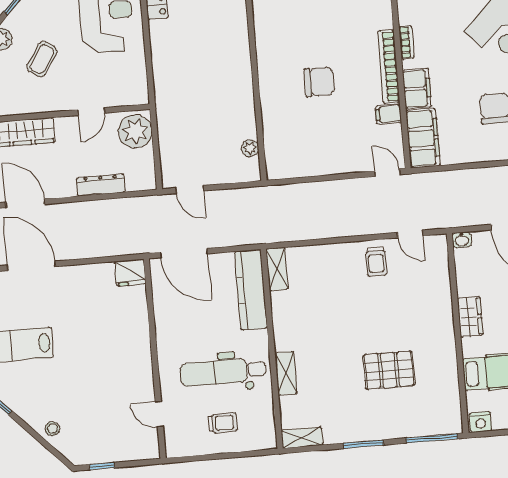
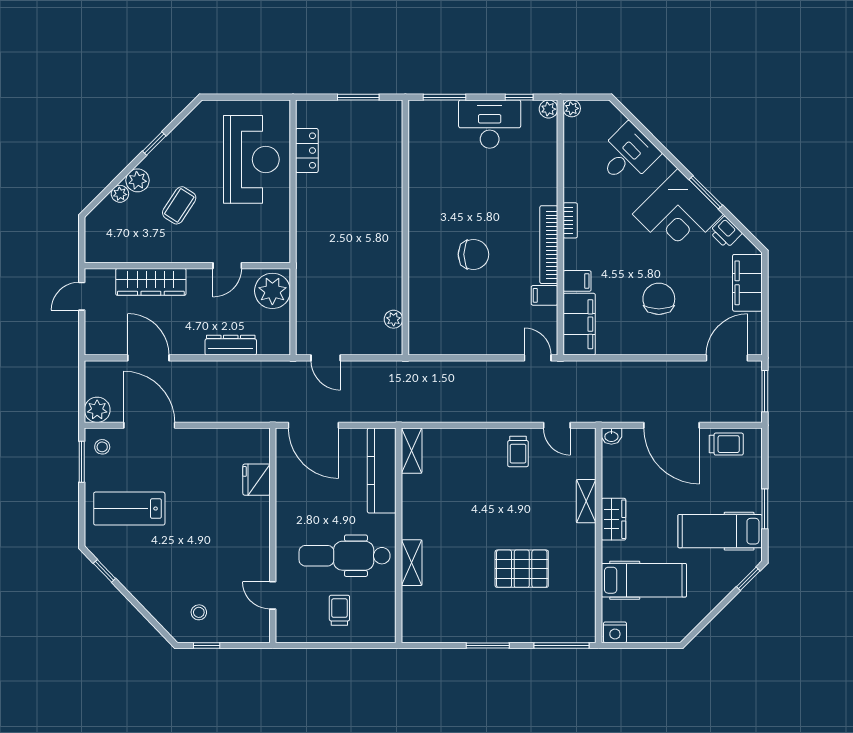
filing cabinet: (417, 89) -> (577, 281), width x0.50
fridge: (130, 273) -> (257, 480), moved, turned 90
trolley: (223, 423) -> (339, 610), turned -90
stool: (52, 429) -> (199, 612), moved
shelving: (302, 438) -> (586, 501), moved, turned 90

